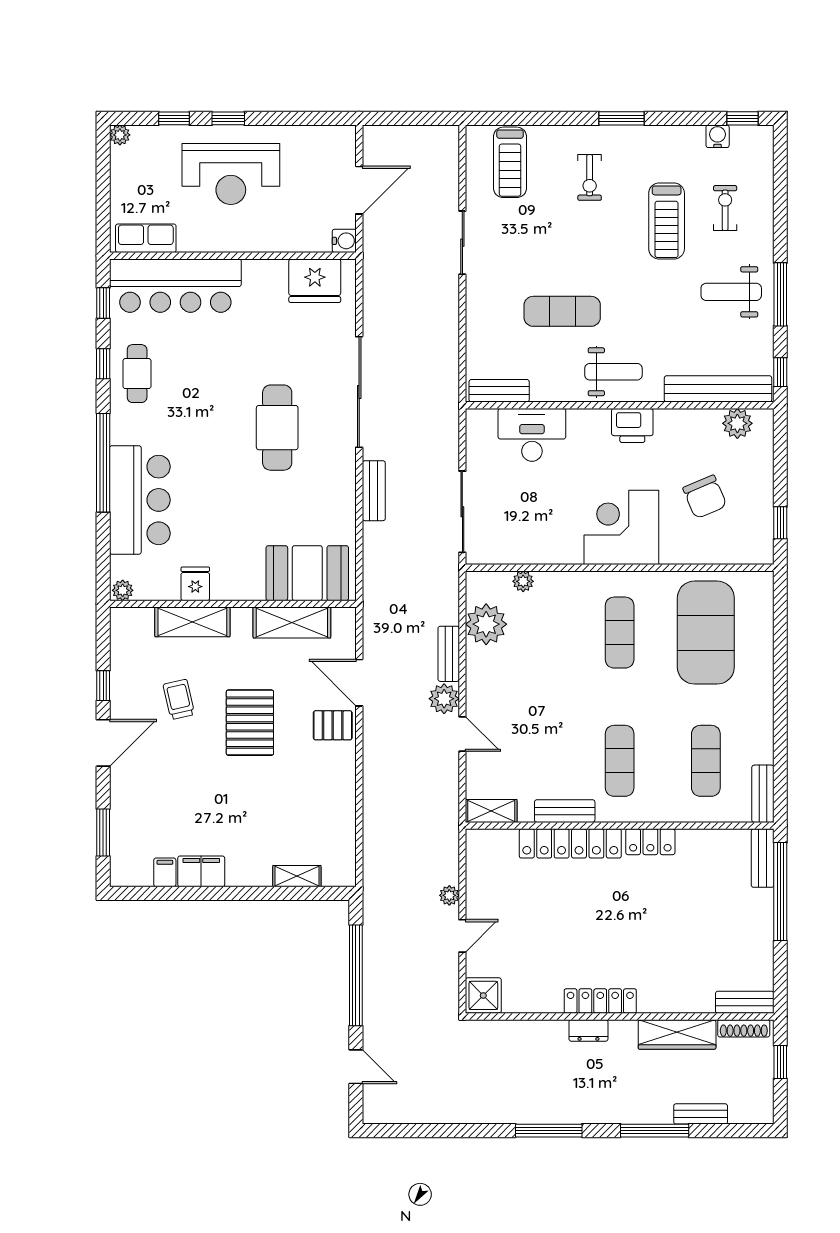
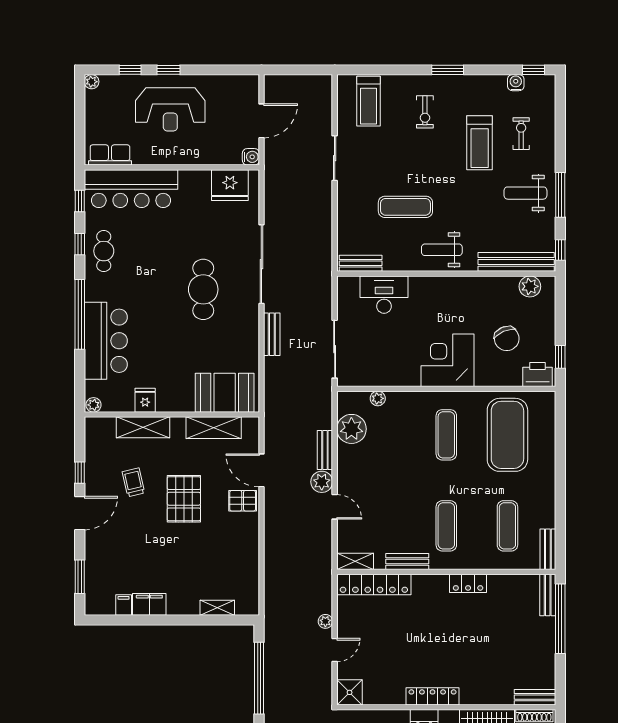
weight bench: (613, 372) -> (442, 250), turned 180
printer: (632, 425) -> (538, 375), moved, turned 180
locker: (570, 843) -> (374, 585), moved

